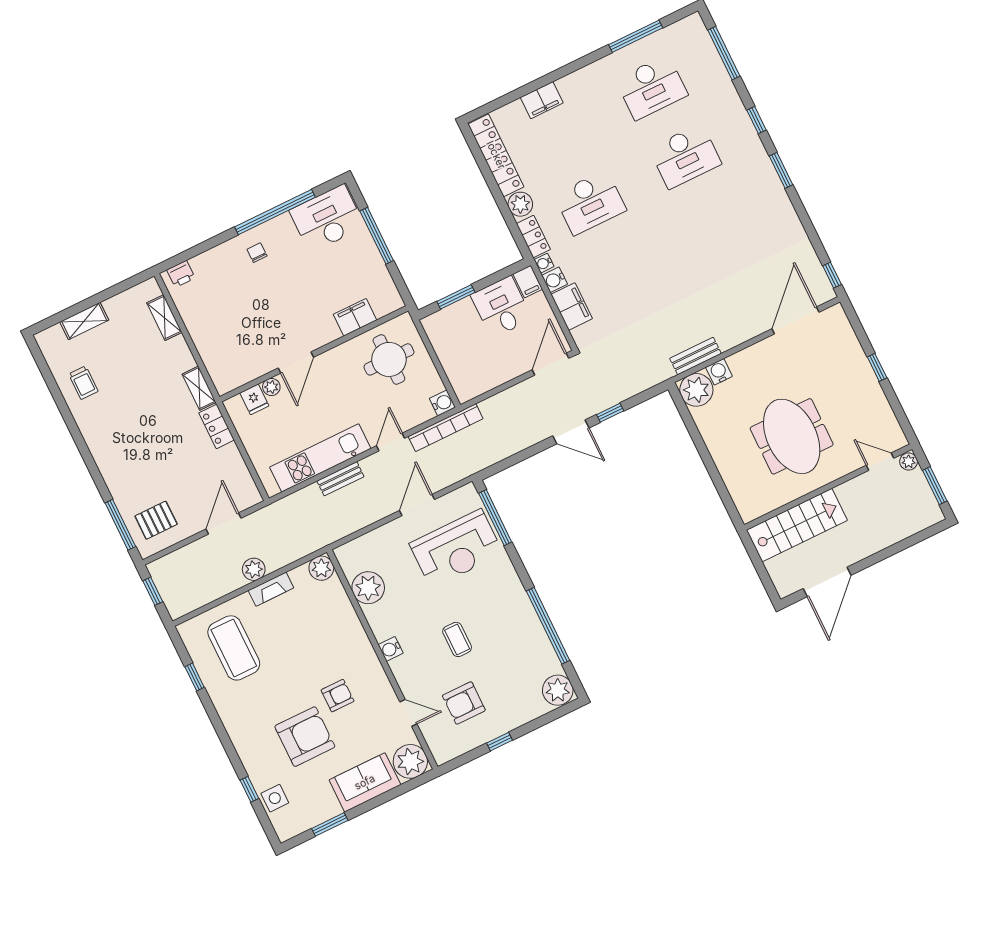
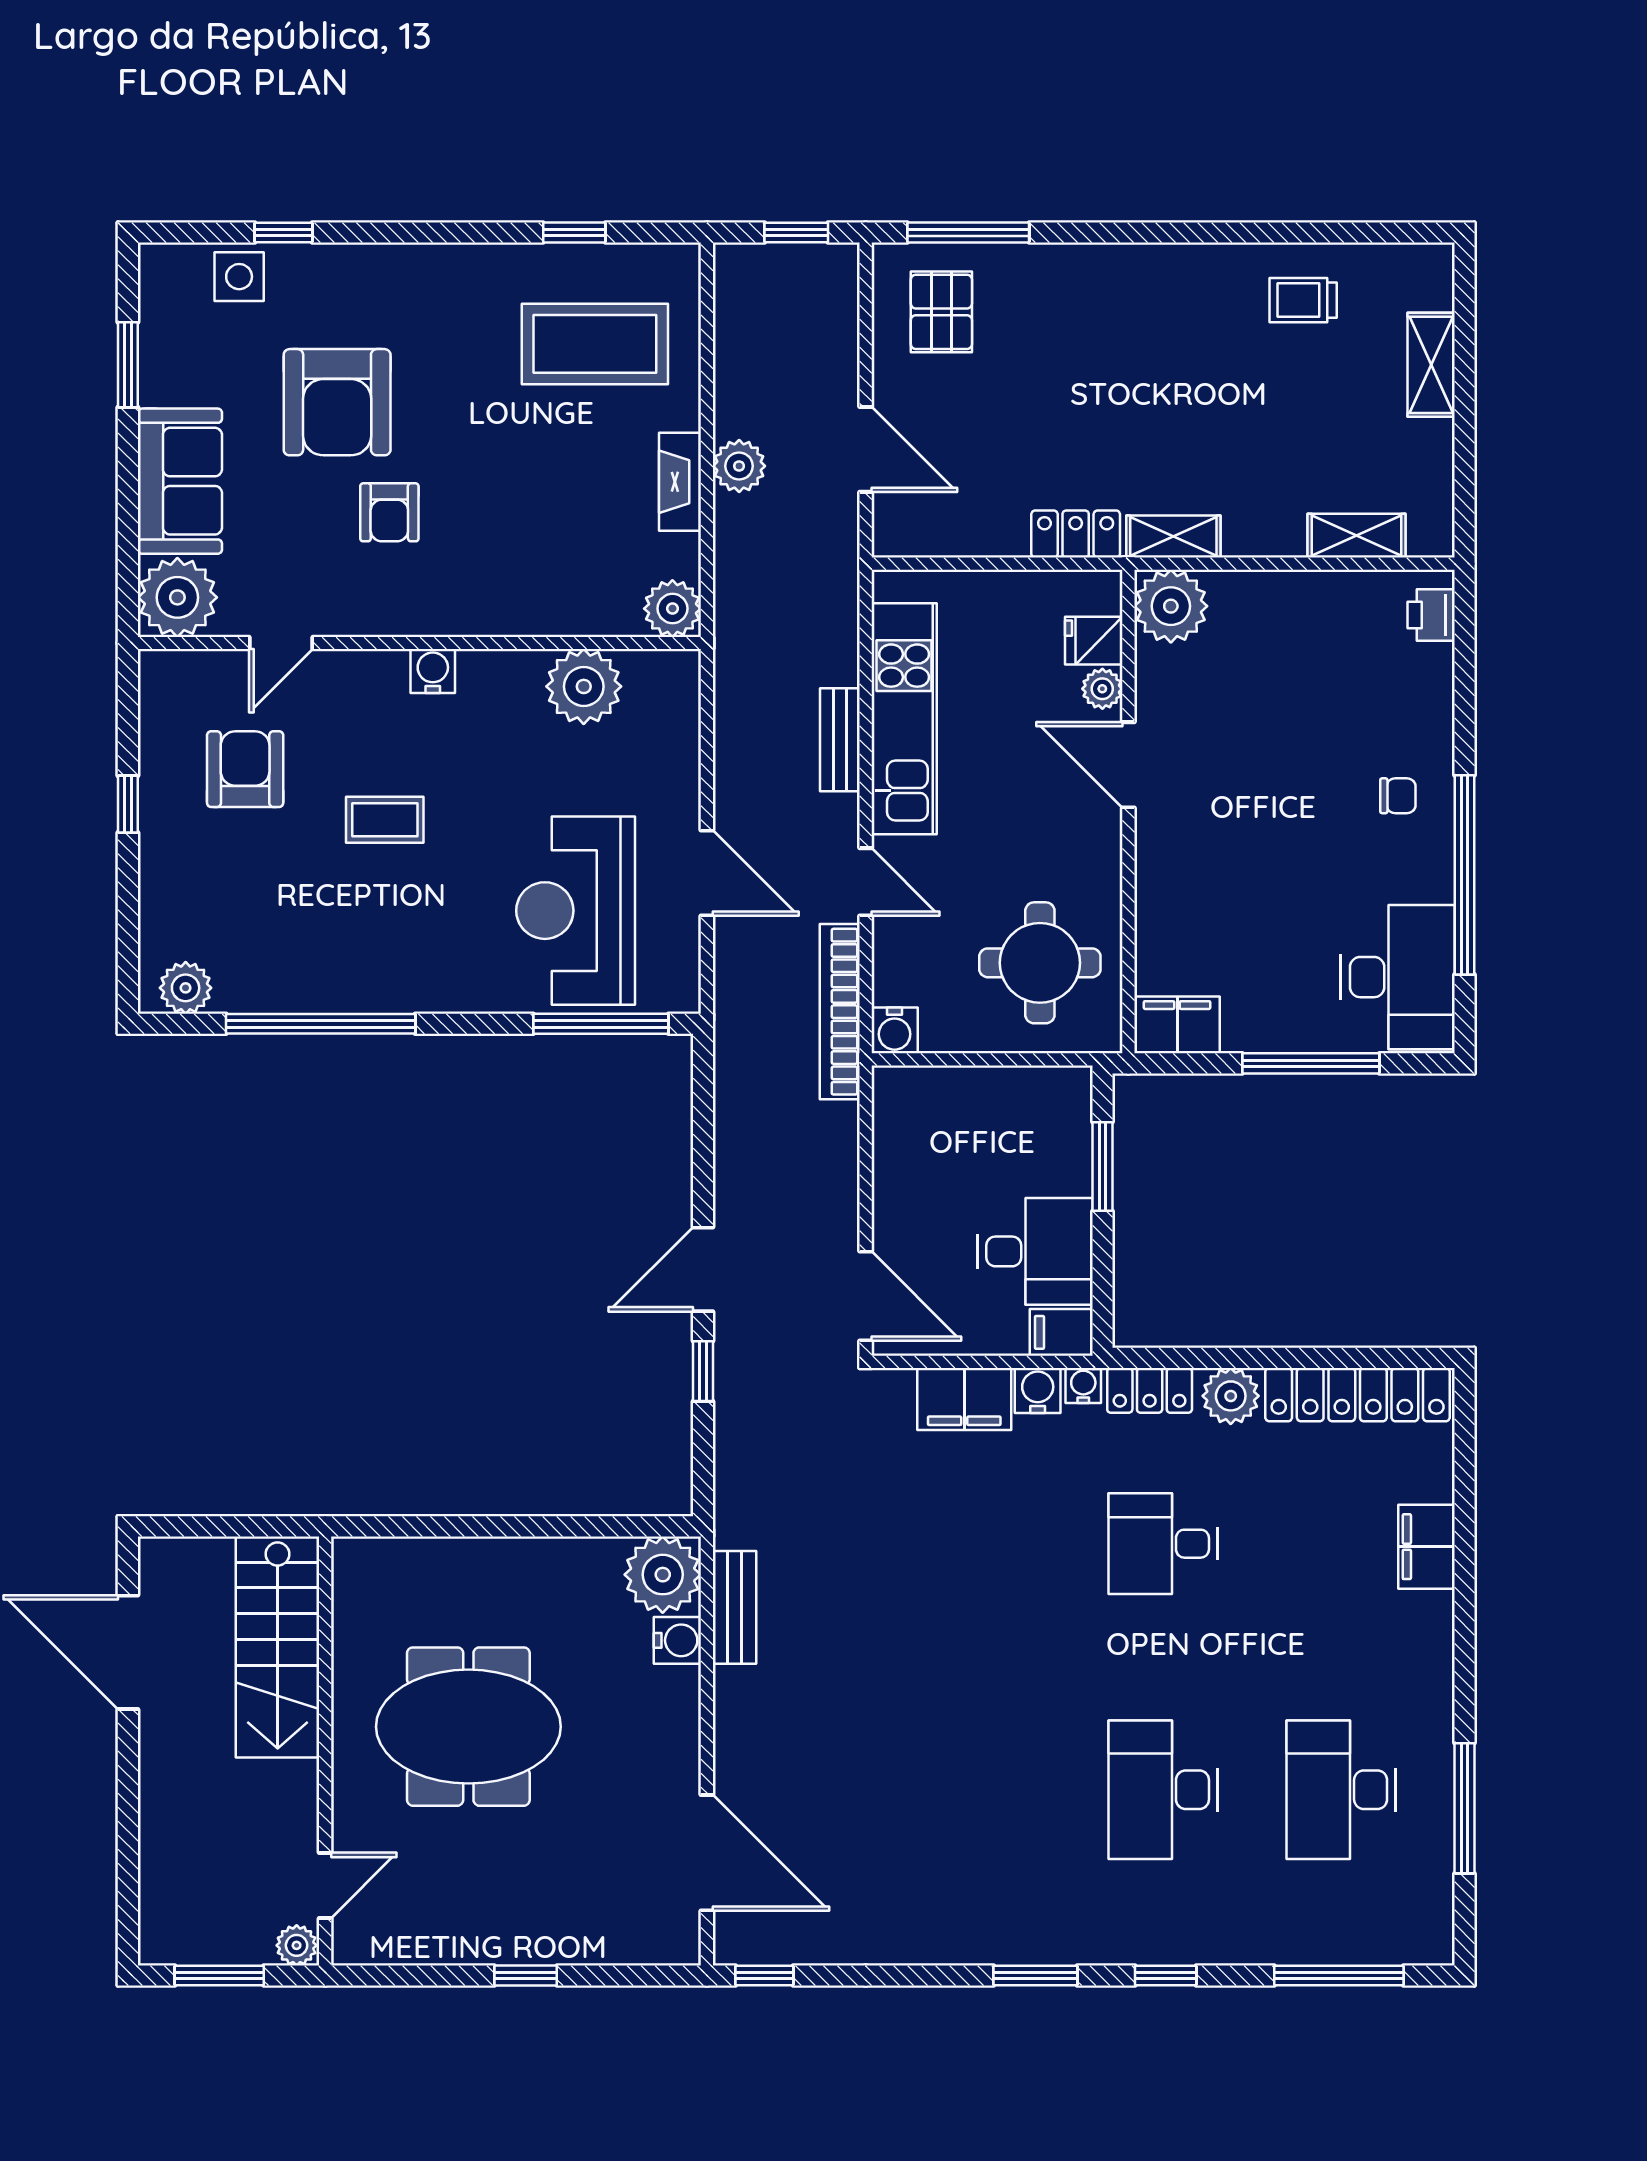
desk: (590, 202) -> (1163, 1544), width x0.73
filing cabinet: (355, 317) -> (1177, 1025), moved, turned -90
plant: (227, 376) -> (1171, 606), added
plant: (558, 690) -> (186, 988), width x0.73, depth x0.73

